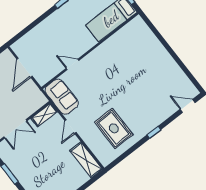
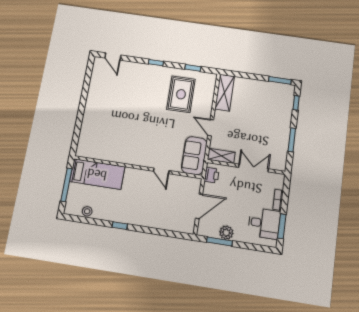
printer: (37, 96) -> (212, 175), added
door: (70, 126) -> (211, 128), swing flipped
window: (125, 155) -> (193, 68), added

